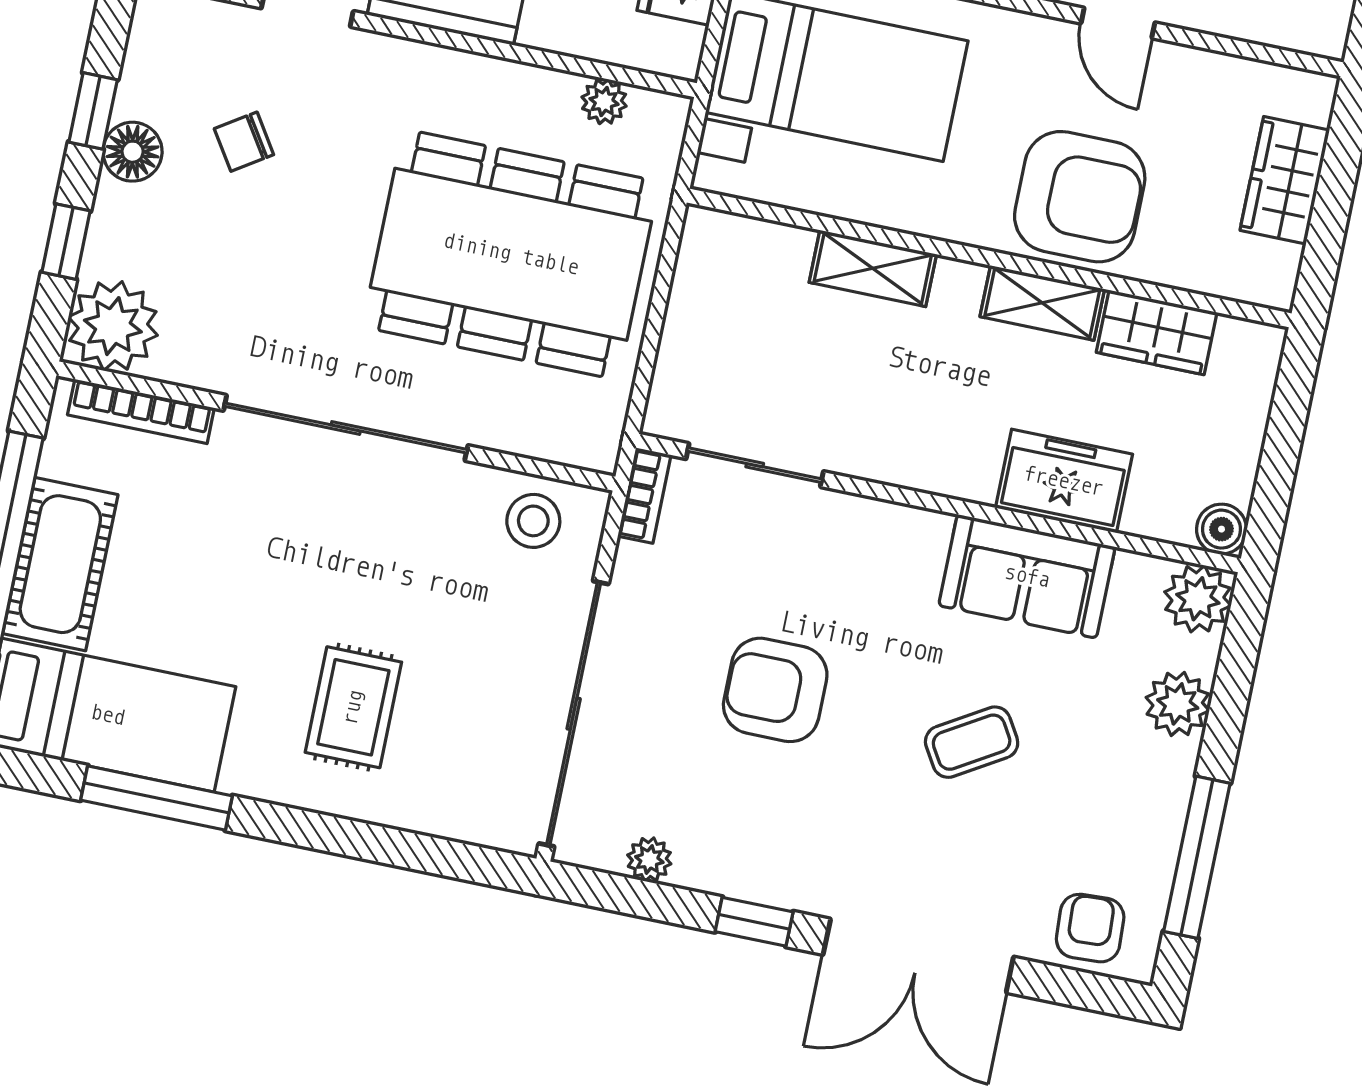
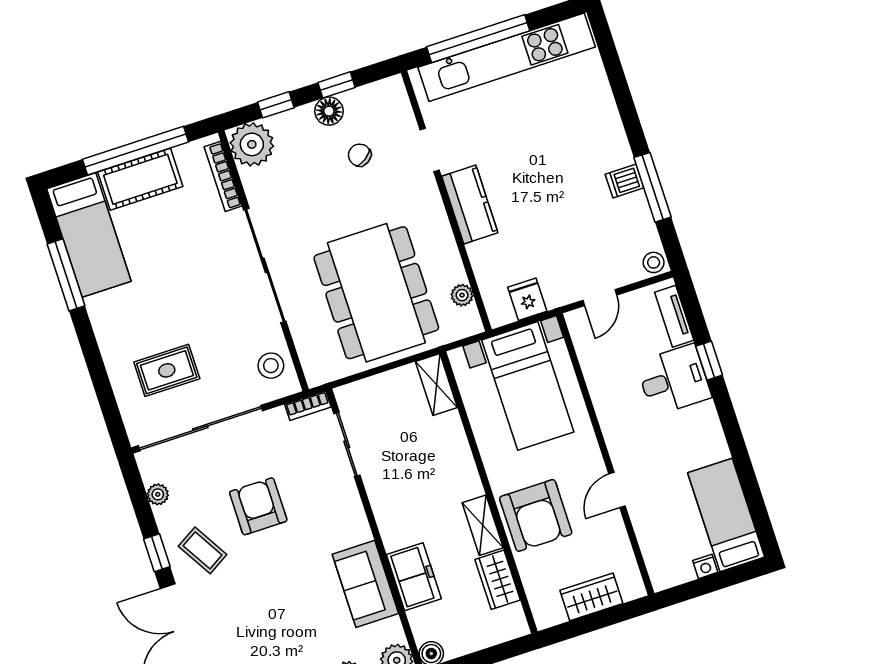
shelving: (873, 268) -> (436, 385), moved
rug: (353, 707) -> (167, 370), moved
coffee table: (972, 742) -> (203, 550), moved

